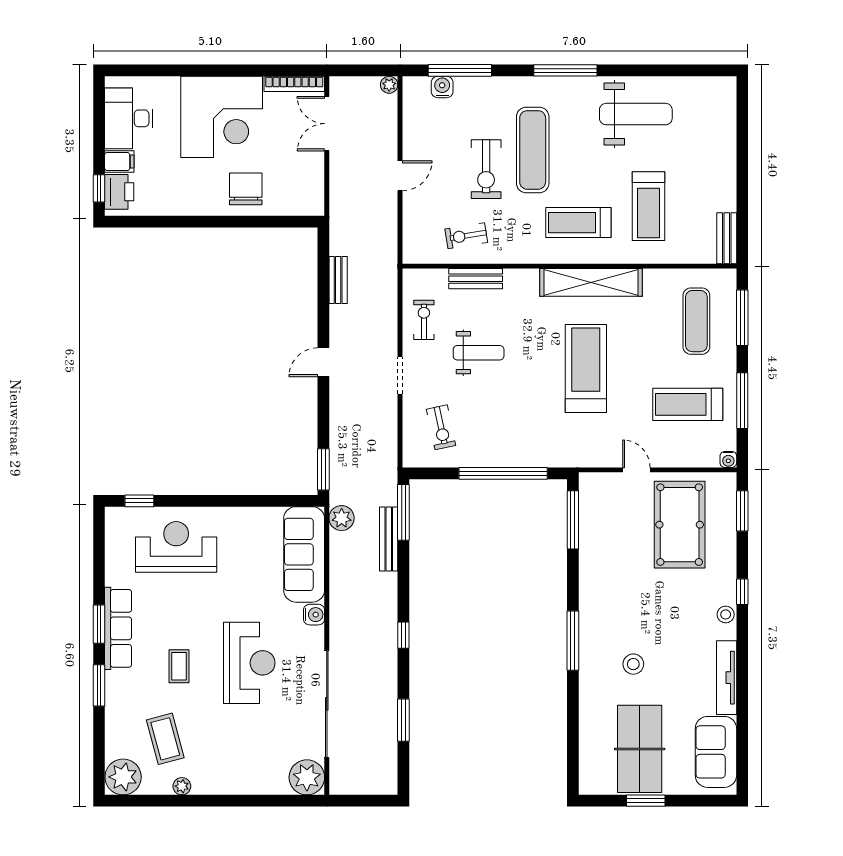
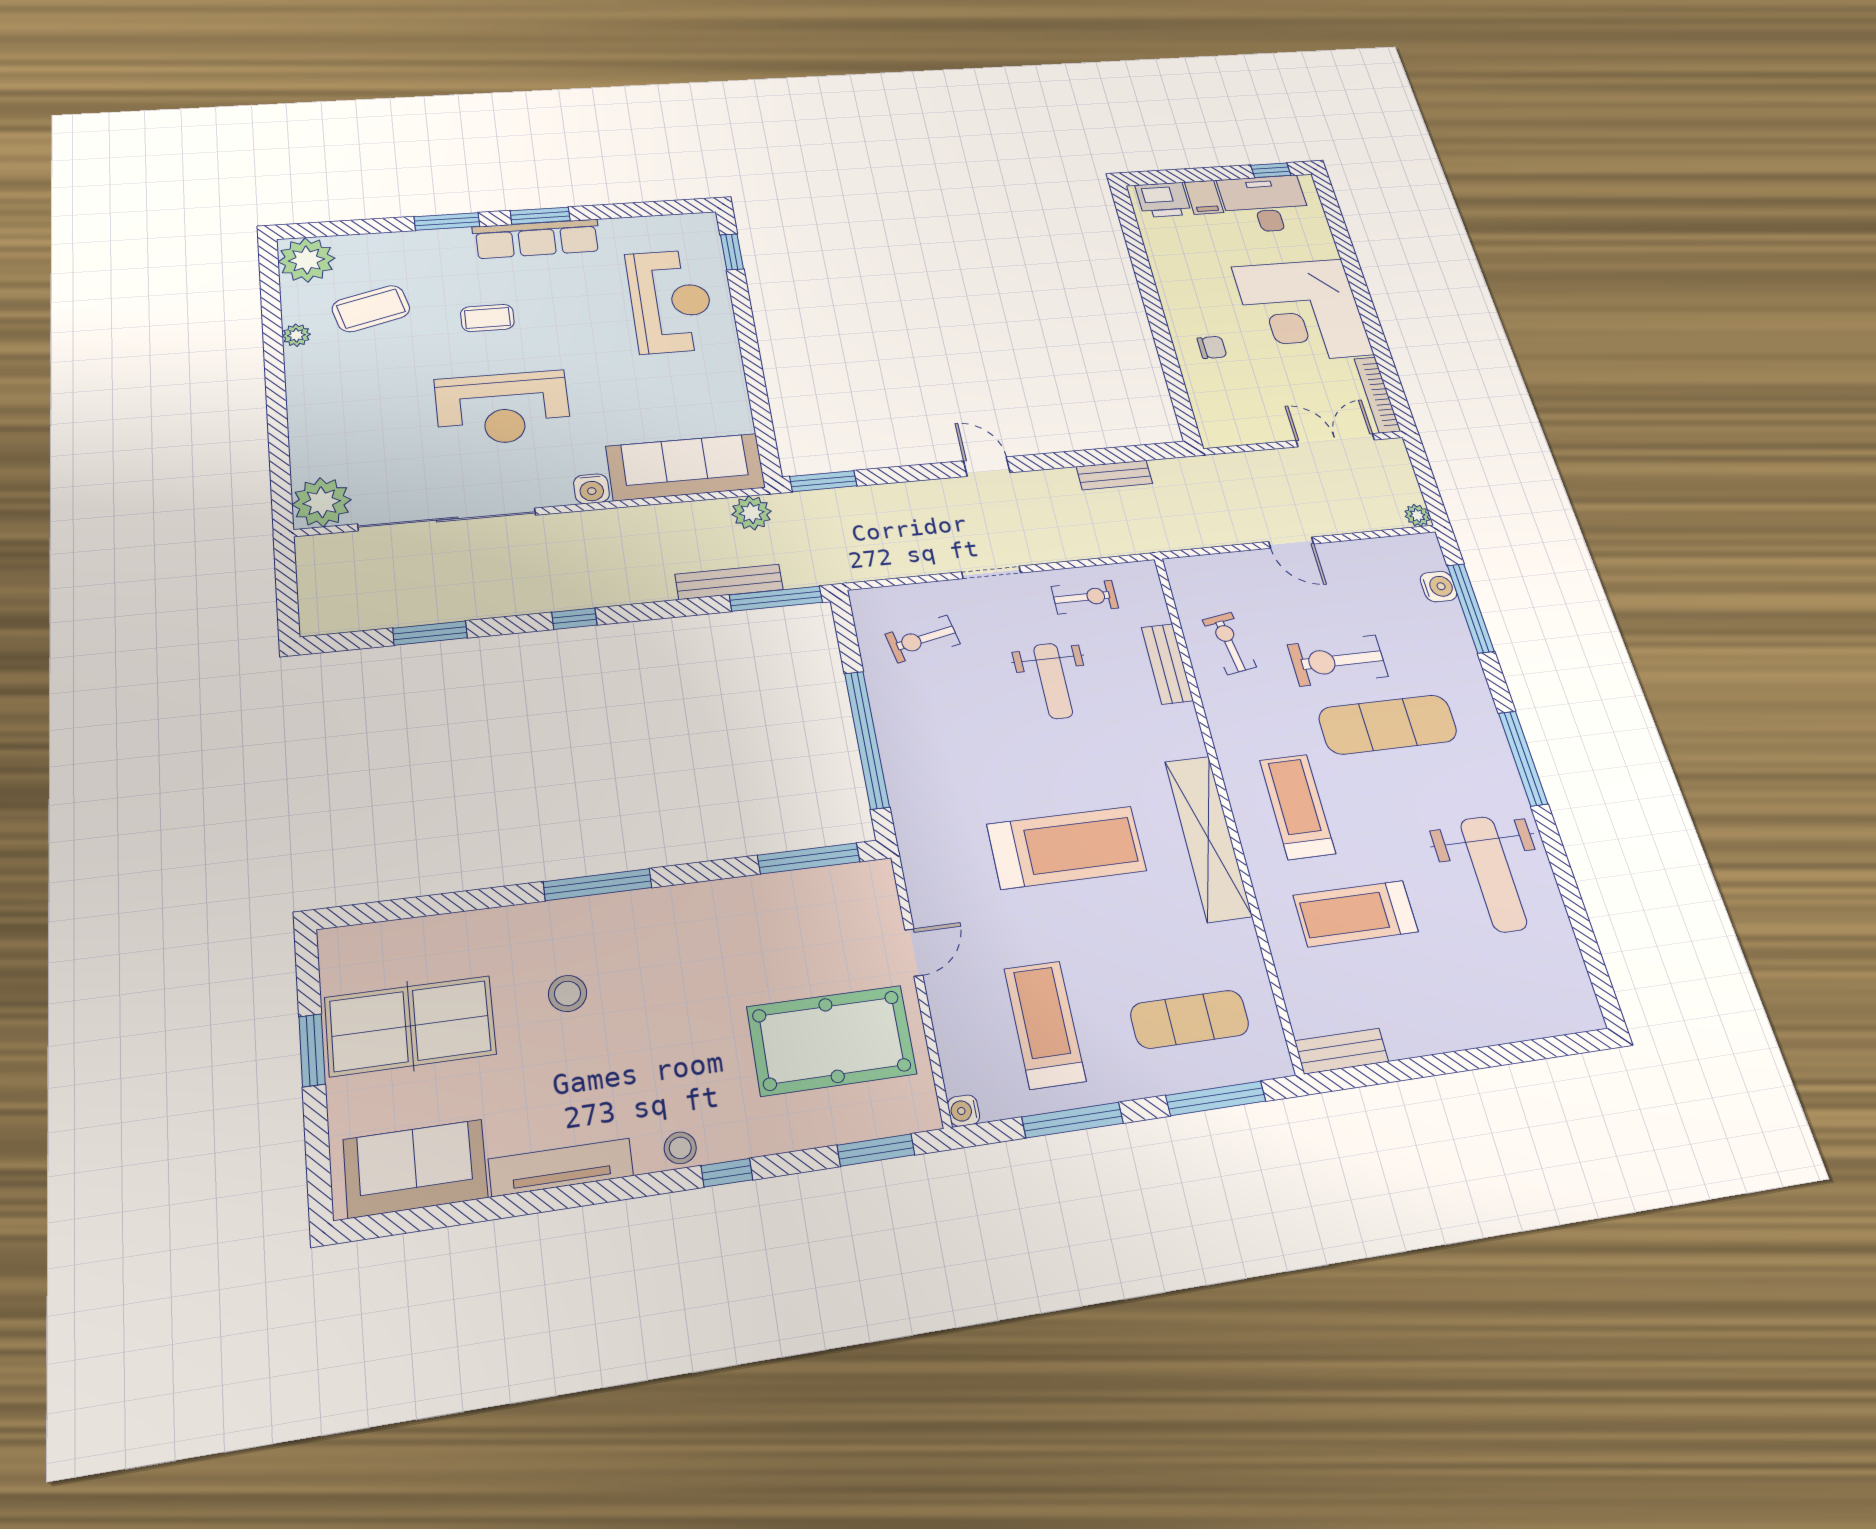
window: (99, 188) -> (1271, 170), moved
chair: (246, 189) -> (1212, 347), width x0.54, depth x0.54

